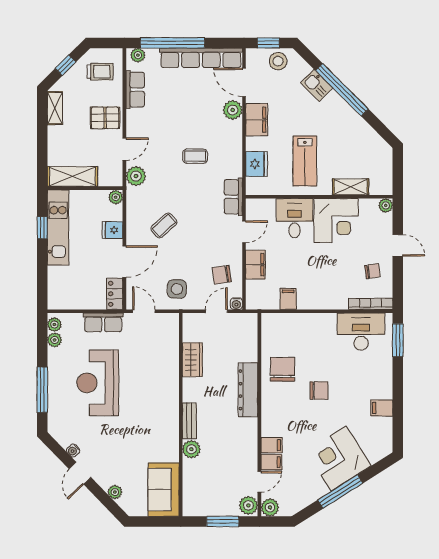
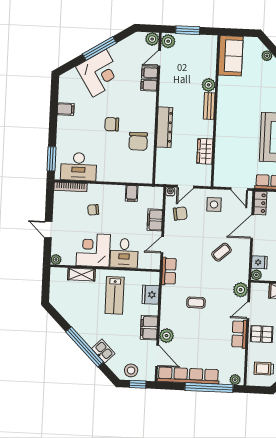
row of seats: (135, 90) -> (239, 334), moved
lab bench: (305, 161) -> (115, 295), turned 180
fridge: (112, 230) -> (259, 262), moved
chair: (372, 271) -> (93, 210), moved

